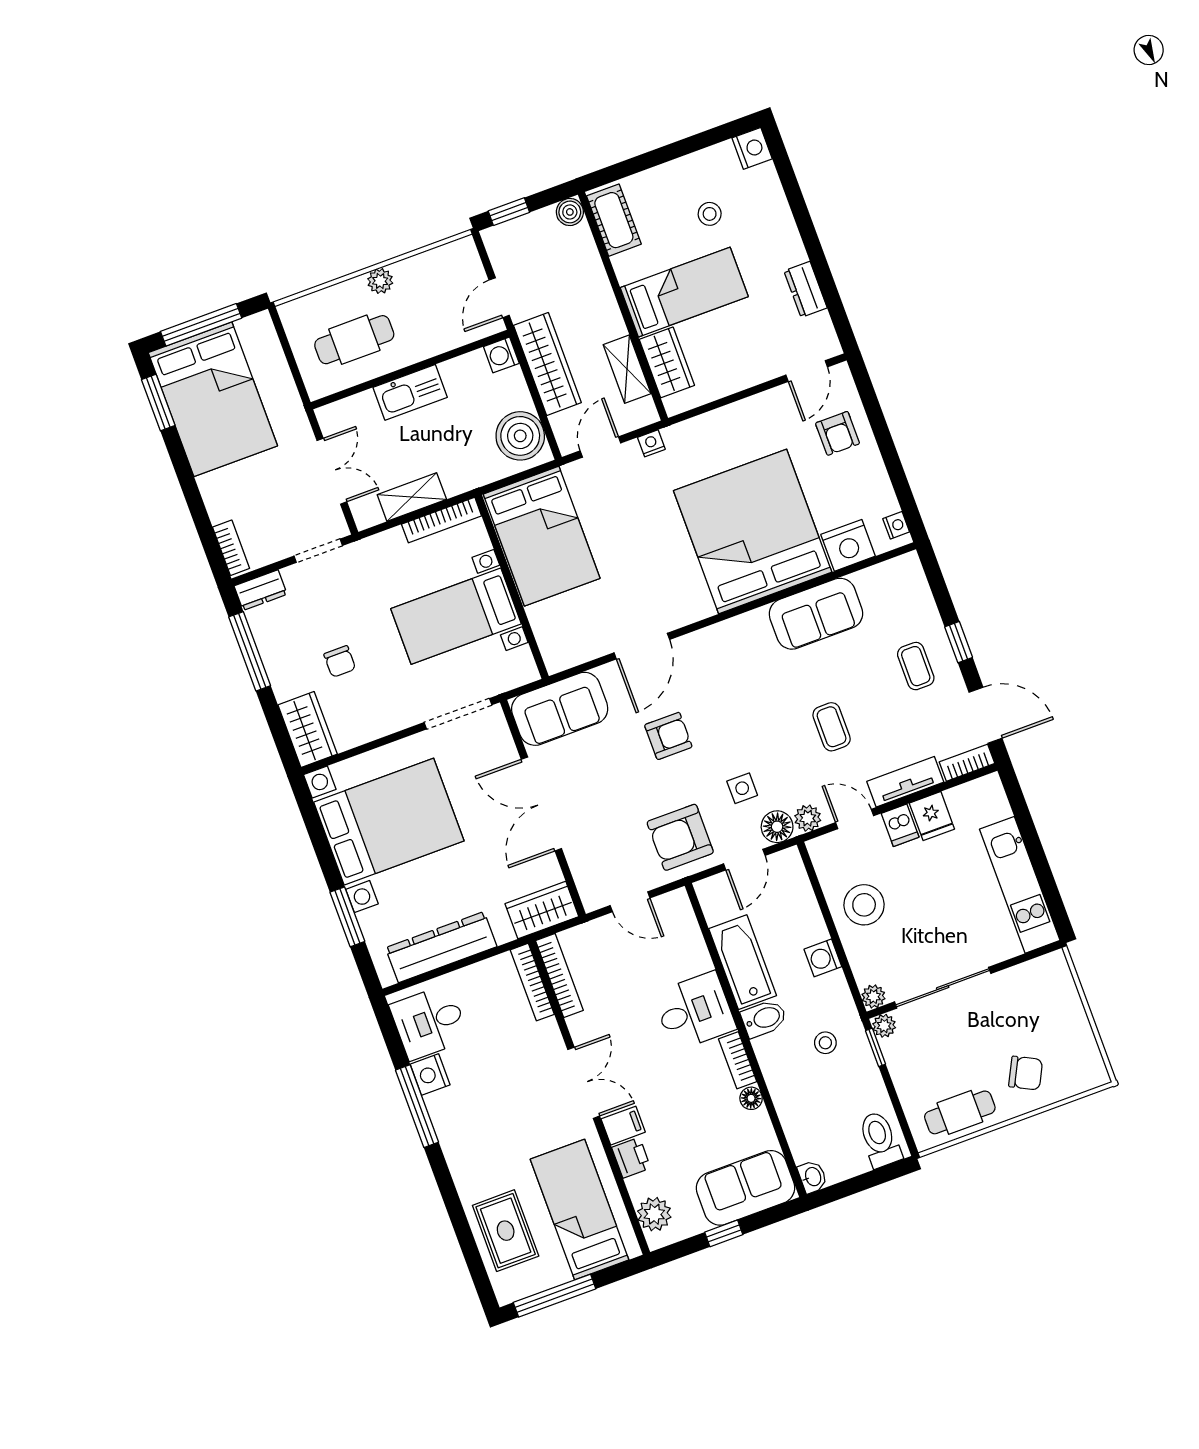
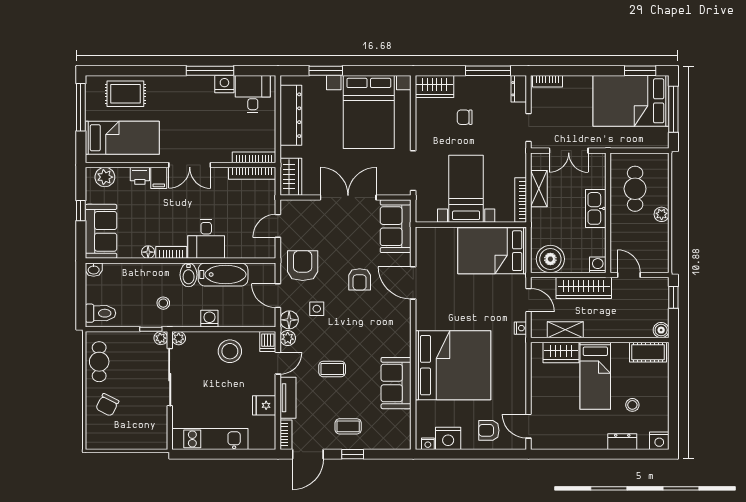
dresser: (806, 289) -> (622, 442), moved
nightstand: (848, 545) -> (448, 438), moved, turned -90
dishwasher: (900, 825) -> (268, 341), moved, turned -90

